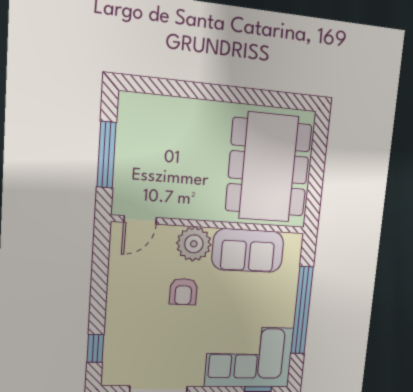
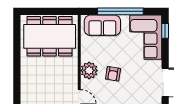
sofa: (248, 251) -> (102, 25), moved, turned 90
armchair: (183, 292) -> (113, 74), turned 99

